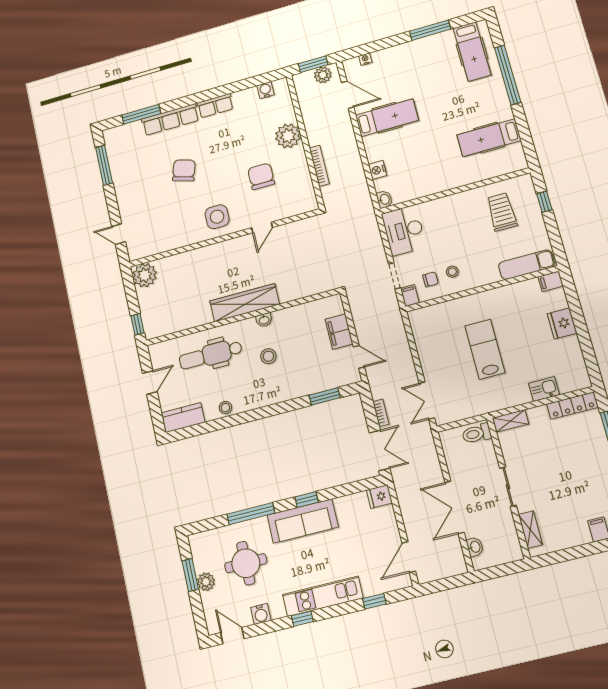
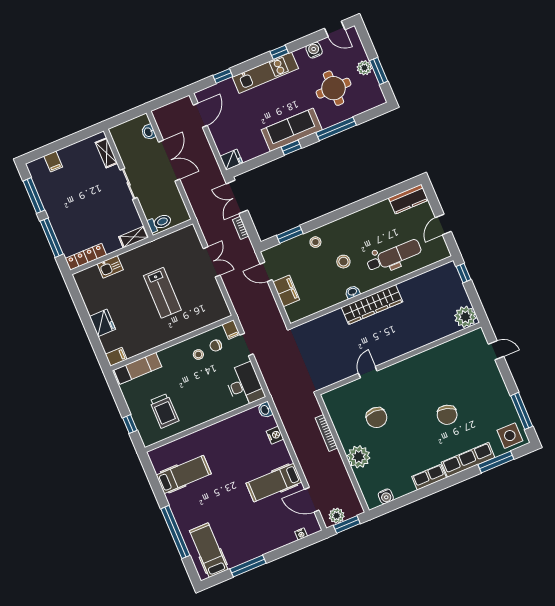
side table: (217, 217) -> (510, 436), moved
double door: (427, 401) -> (212, 262), moved
stool: (225, 408) -> (315, 242), moved

